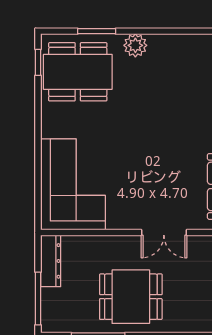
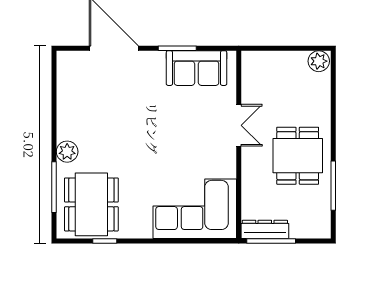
window: (97, 31) -> (54, 187), width x1.44
window: (38, 62) -> (105, 241), moved
window: (38, 299) -> (271, 241), moved

